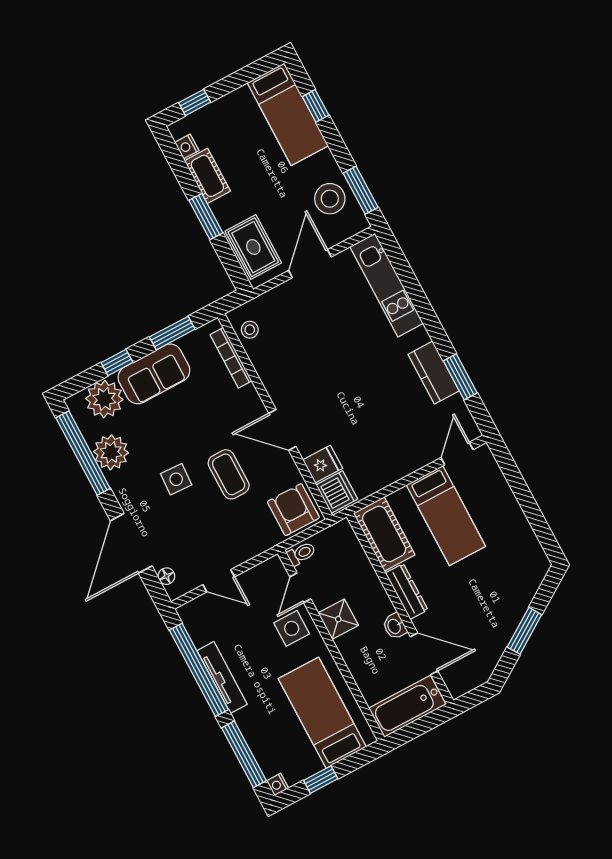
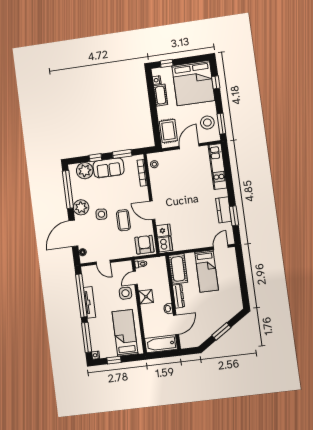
bed: (288, 114) -> (193, 83), width x2.04
window: (206, 217) -> (154, 111), removed
plant: (111, 452) -> (81, 207), moved
door: (424, 654) -> (176, 325), hinge flipped

